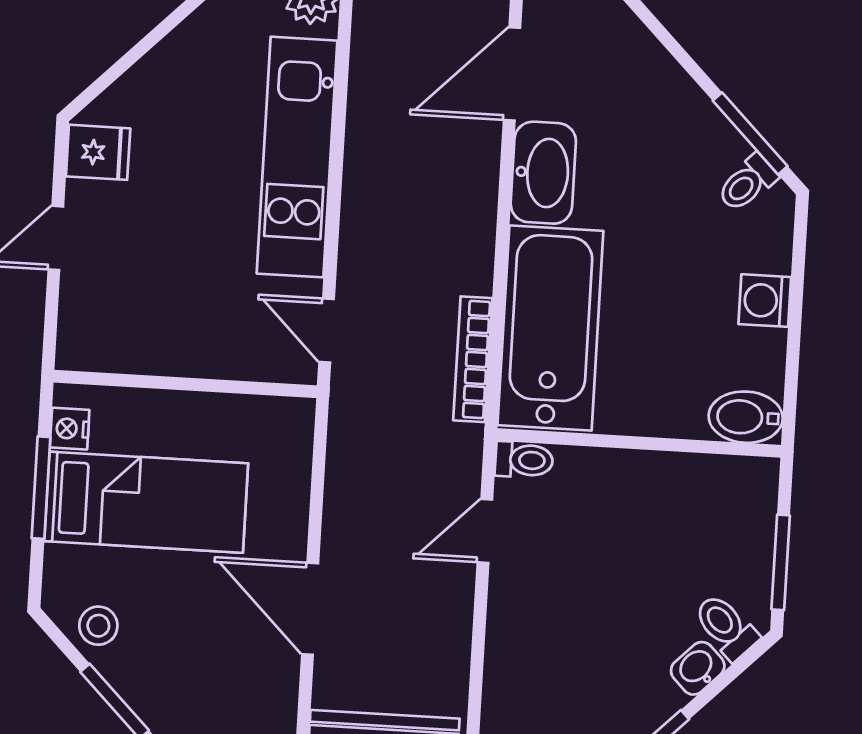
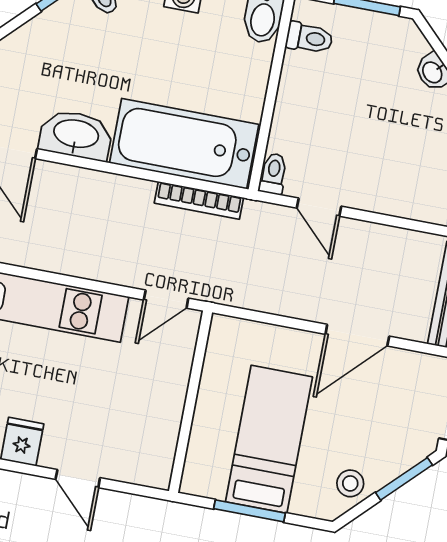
nightstand: (70, 429) -> (211, 486), removed
toilet: (726, 627) -> (309, 38), moved, turned -135

